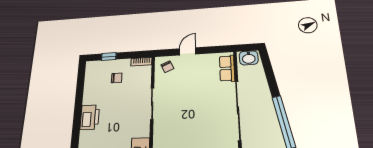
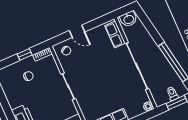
door: (188, 51) -> (77, 31), swing flipped
window: (109, 57) -> (25, 54), moved

